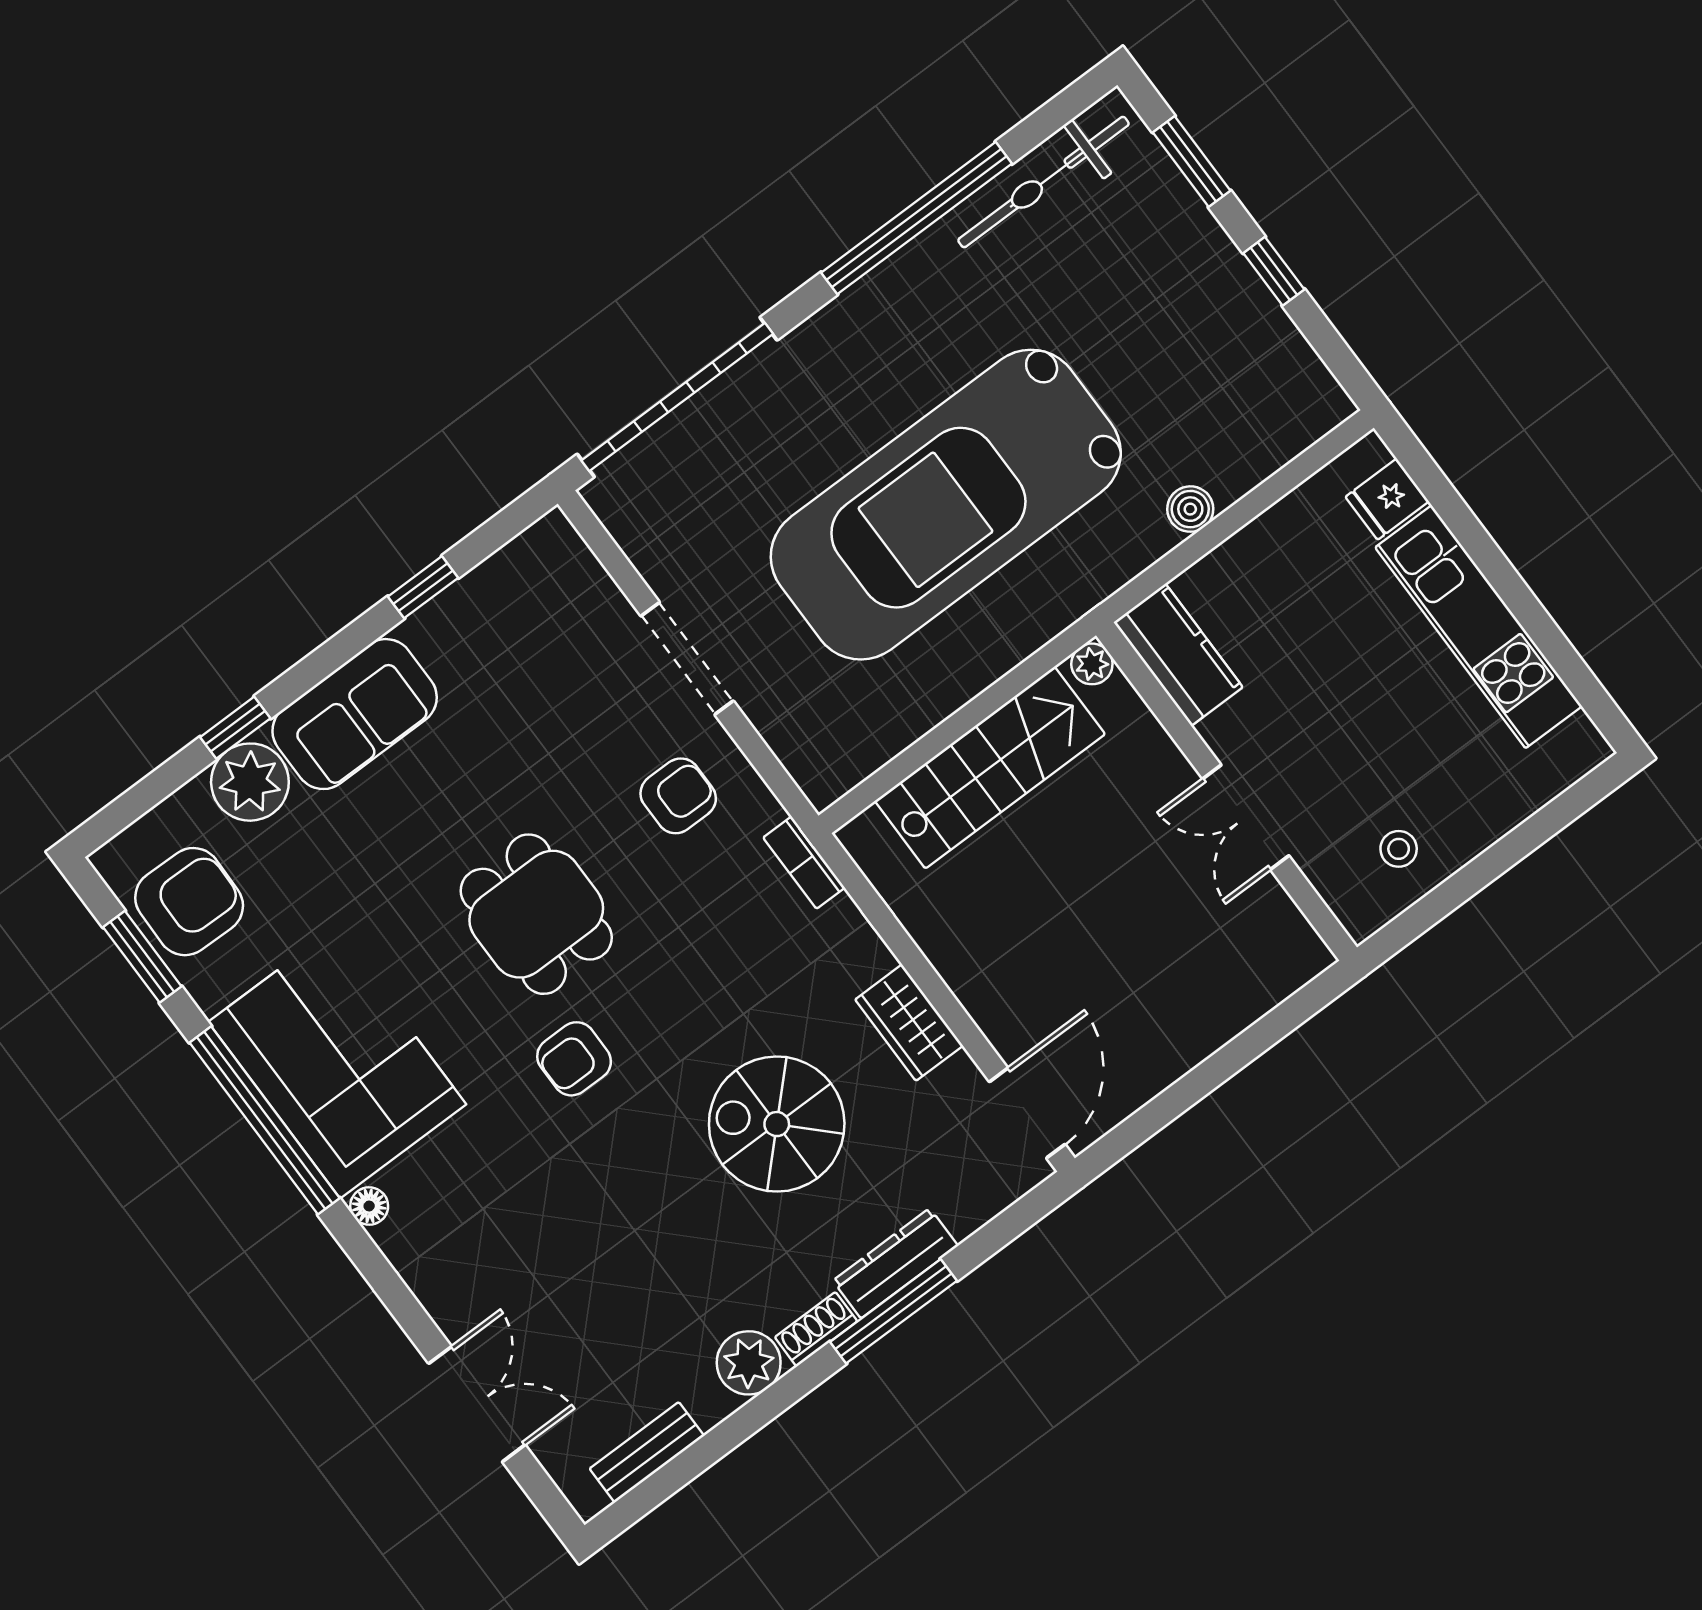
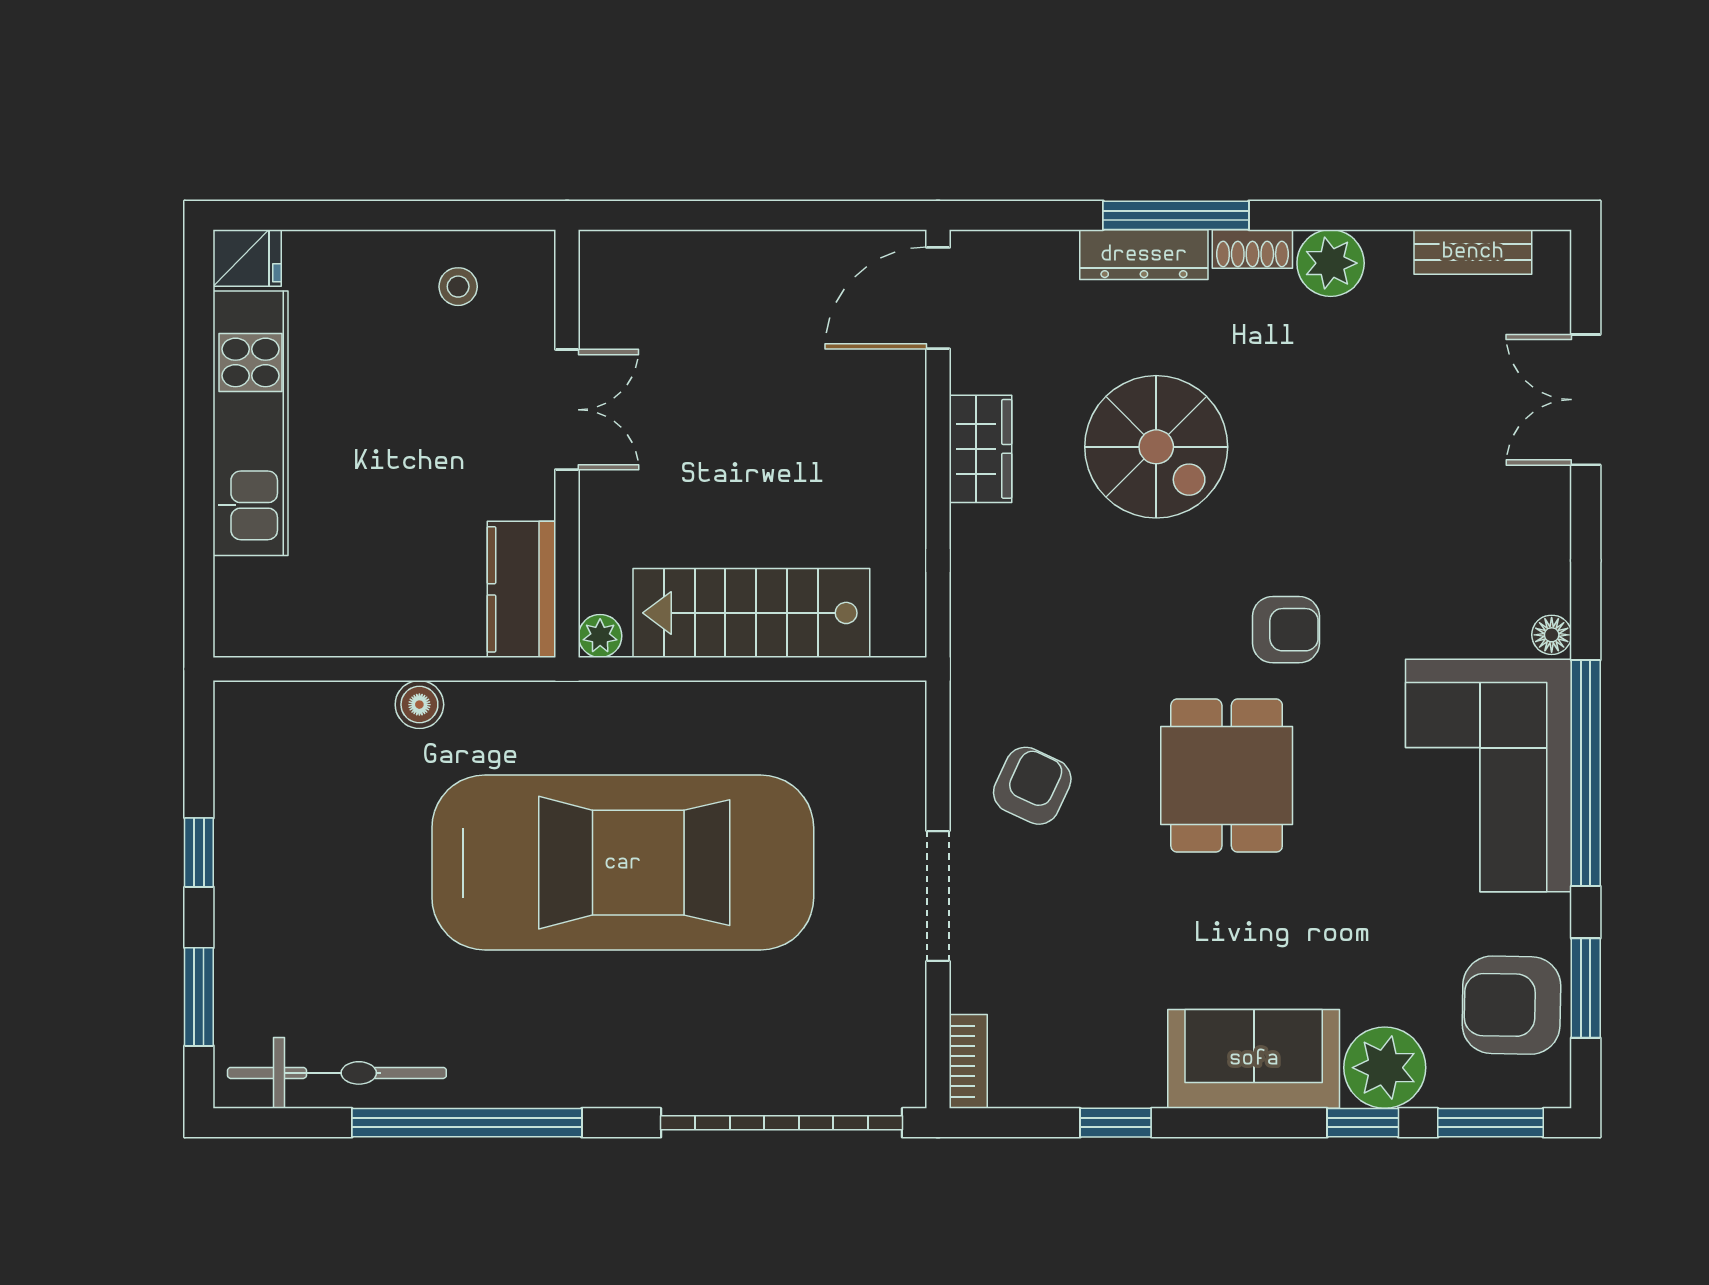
fridge: (1387, 499) -> (247, 258), moved
armchair: (678, 796) -> (1032, 786), turned 115
window: (138, 800) -> (1491, 1123), added
bookcase: (804, 863) -> (968, 1061), moved

